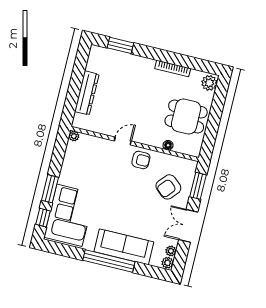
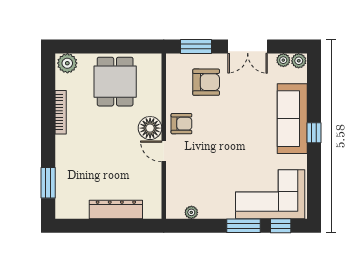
plant: (74, 136) -> (191, 212), moved
floor lamp: (168, 145) -> (150, 128), moved, width x1.89, depth x1.89
armchair: (141, 160) -> (181, 124), turned 90
armchair: (168, 187) -> (206, 82), turned -41
window: (109, 261) -> (314, 133), width x0.32

